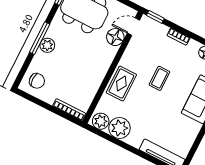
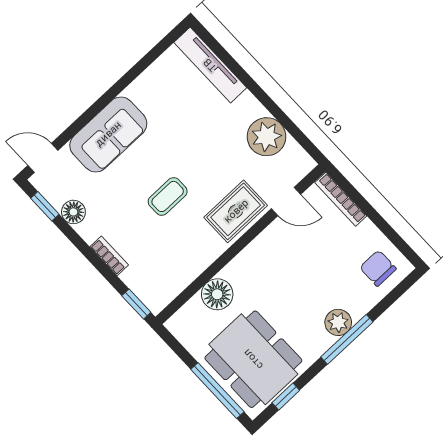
door: (133, 27) -> (286, 202), moved
plant: (101, 121) -> (294, 160), removed

